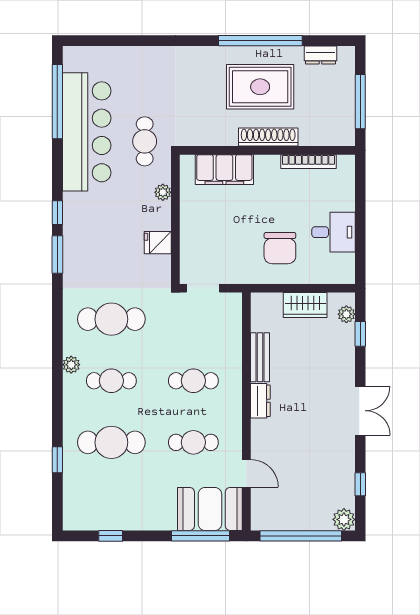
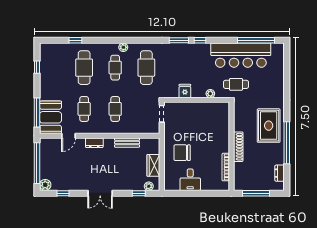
rug: (260, 87) -> (269, 126), moved
filing cabinet: (224, 170) -> (222, 125), removed
dresser: (260, 401) -> (94, 143), moved

